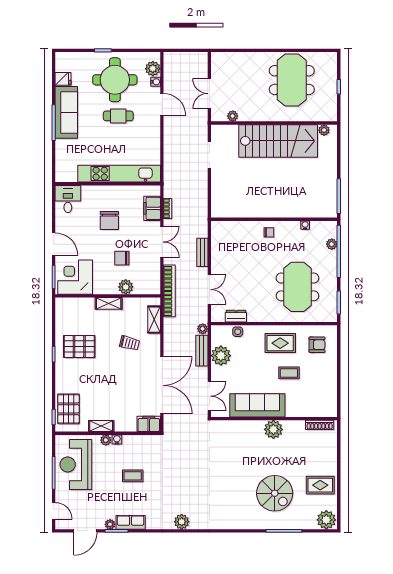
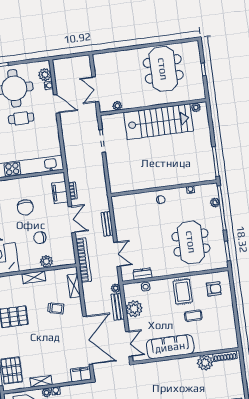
rug: (280, 343) -> (183, 292), turned 90
plant: (273, 429) -> (205, 363), moved

